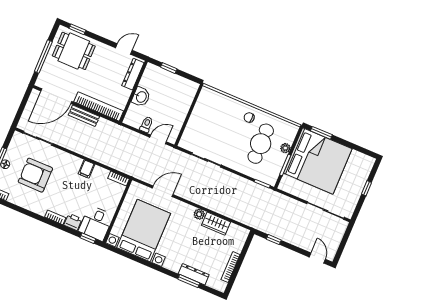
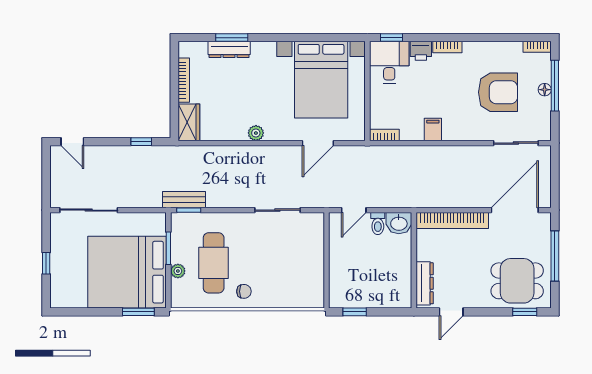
window: (169, 68) -> (355, 312), moved
washbasin: (141, 97) -> (399, 223), moved, turned -90
bench: (84, 116) -> (184, 200), moved
wardrobe: (216, 224) -> (189, 122), moved, turned 90

